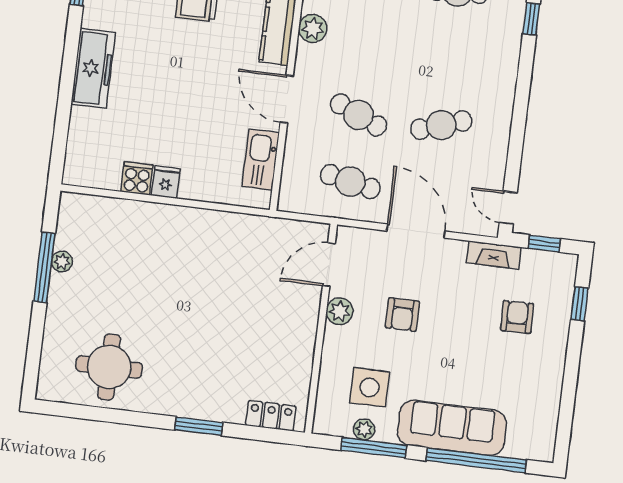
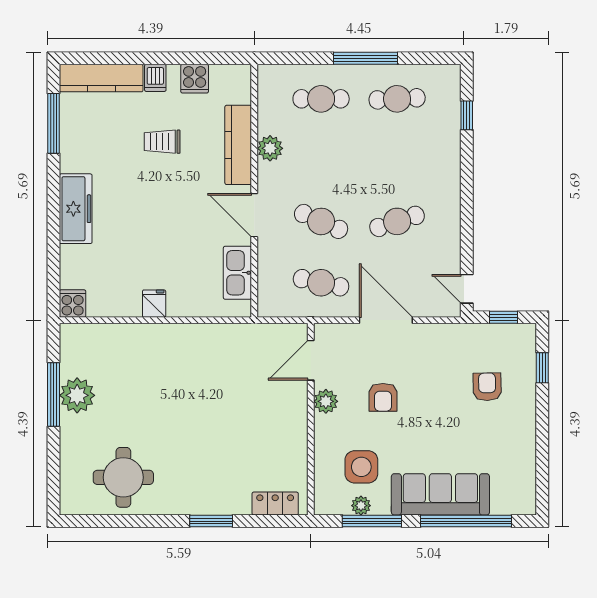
cooker: (137, 178) -> (73, 304), moved
fireplace: (494, 255) -> (459, 333), removed
plant: (62, 261) -> (77, 395), width x1.87, depth x1.87

